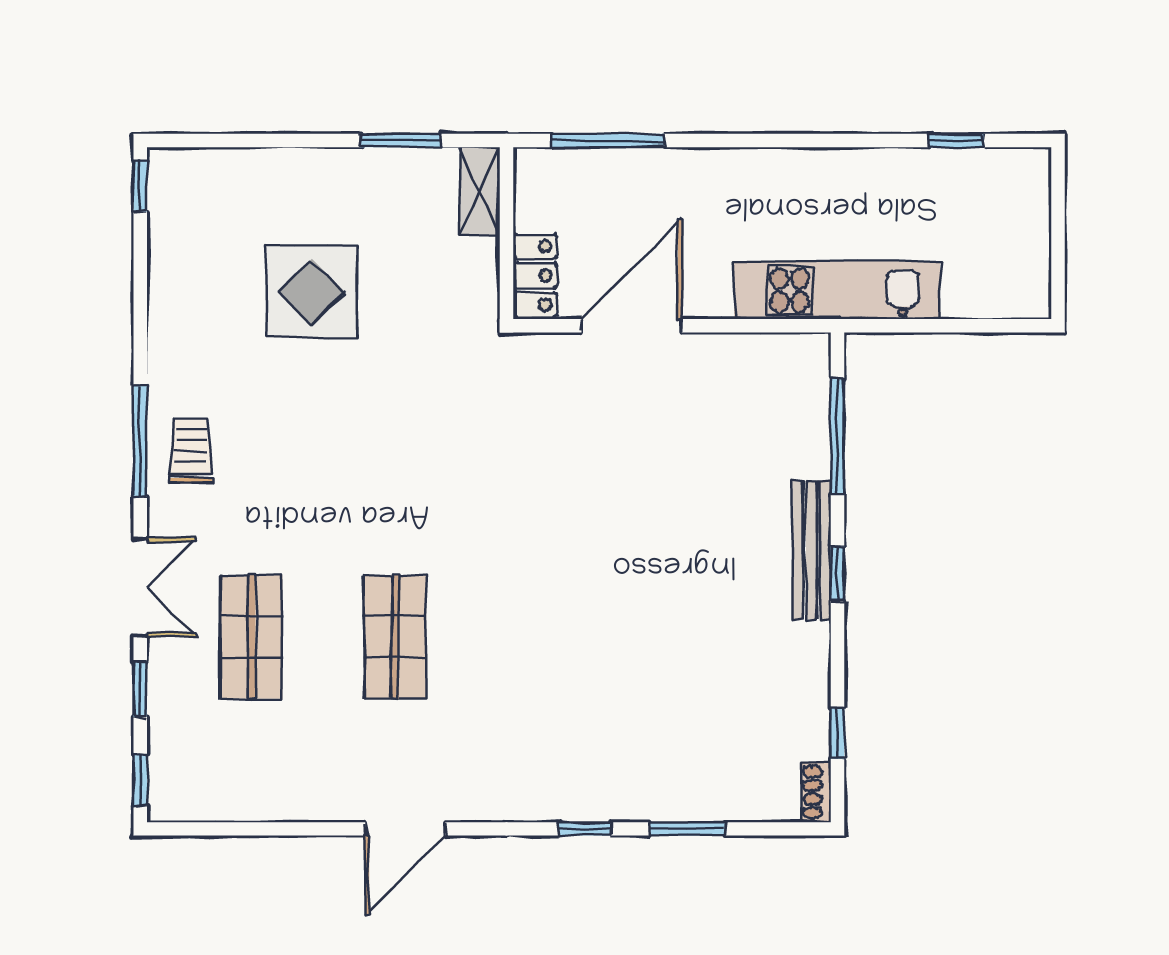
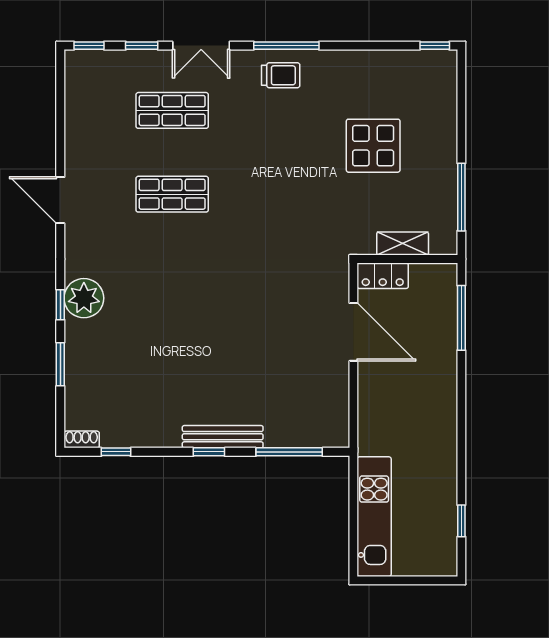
window: (400, 140) -> (461, 197), width x1.44
shelving: (480, 191) -> (403, 244), moved
kitchen unit: (837, 290) -> (374, 517), moved
plant: (574, 788) -> (84, 298), added

